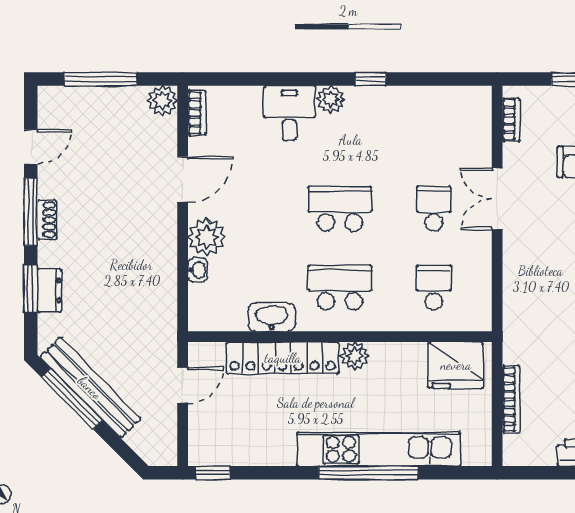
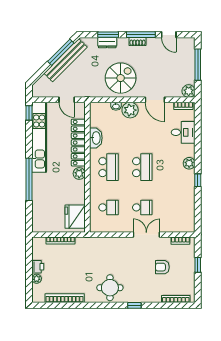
desk: (289, 113) -> (183, 132), moved
spiral stairs: (132, 259) -> (121, 78), added
kitchen unit: (379, 449) -> (39, 137), moved

